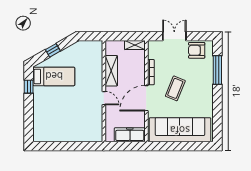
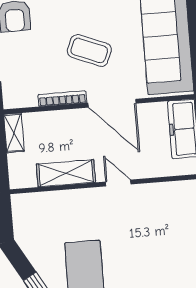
door: (104, 98) -> (118, 183), hinge flipped

